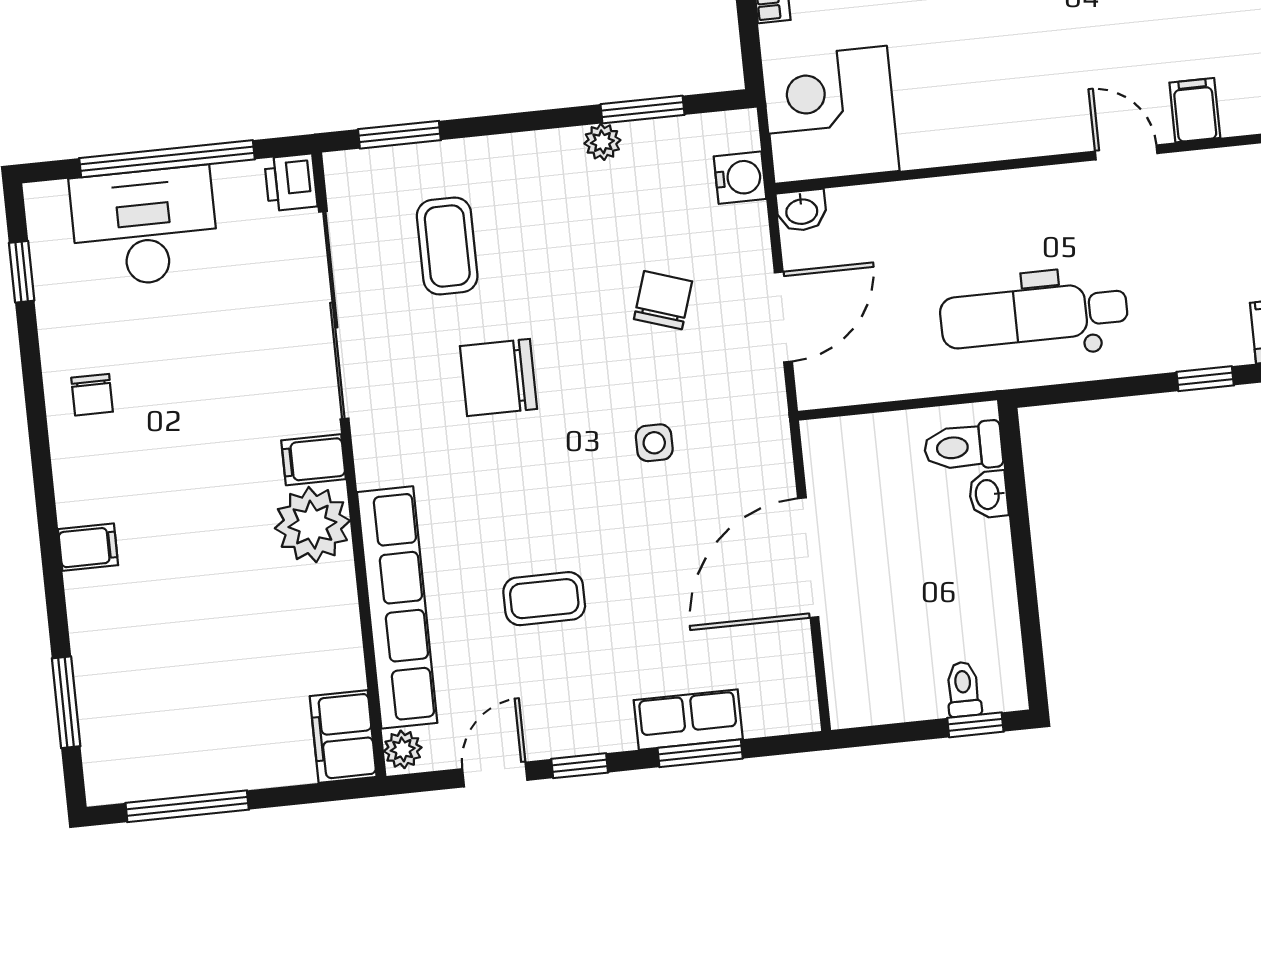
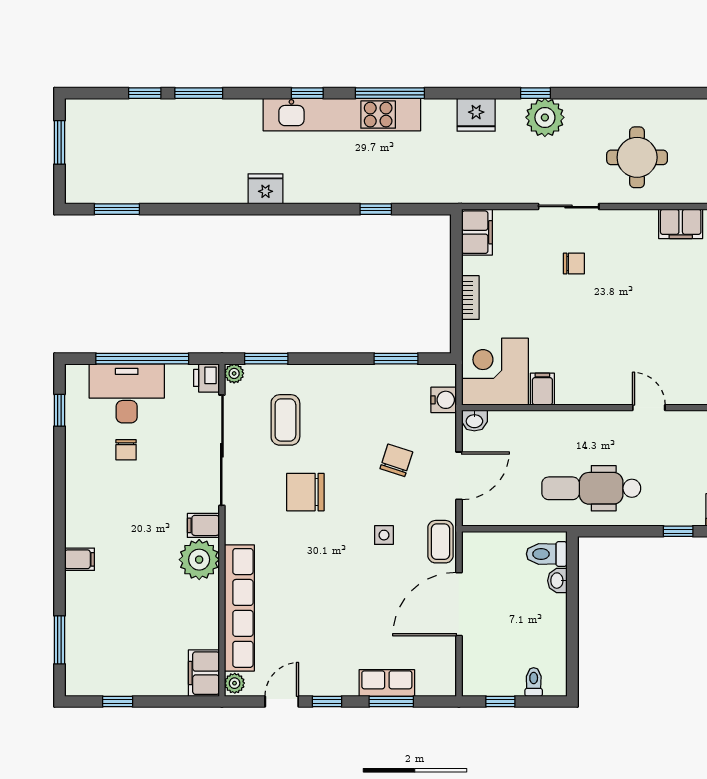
filing cabinet: (1195, 110) -> (542, 389), moved
plant: (602, 142) -> (234, 373), moved
chair: (92, 395) -> (126, 450), moved
coffee table: (544, 599) -> (440, 542), moved, turned 90
window: (975, 725) -> (500, 701), moved
window: (187, 806) -> (118, 701), width x0.46

